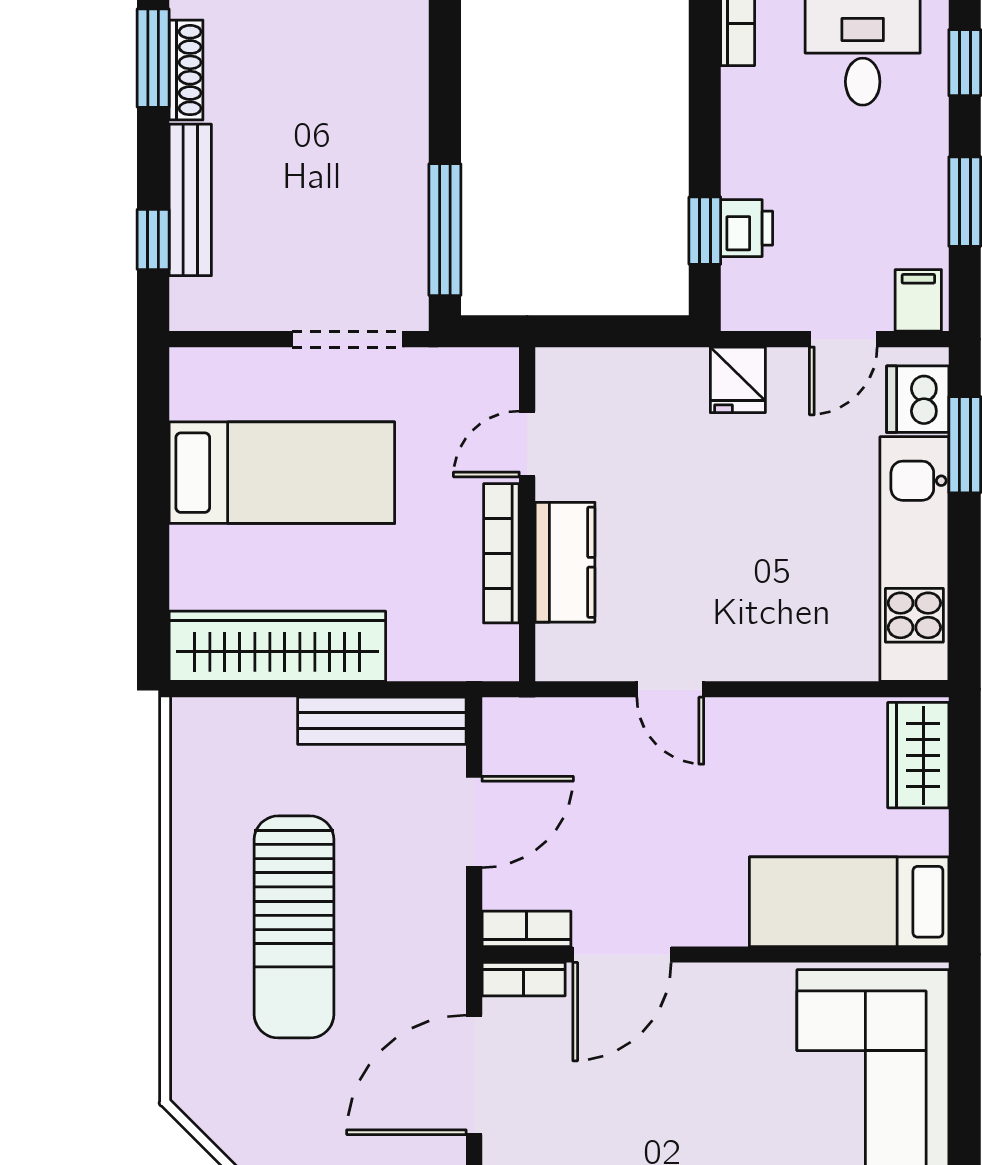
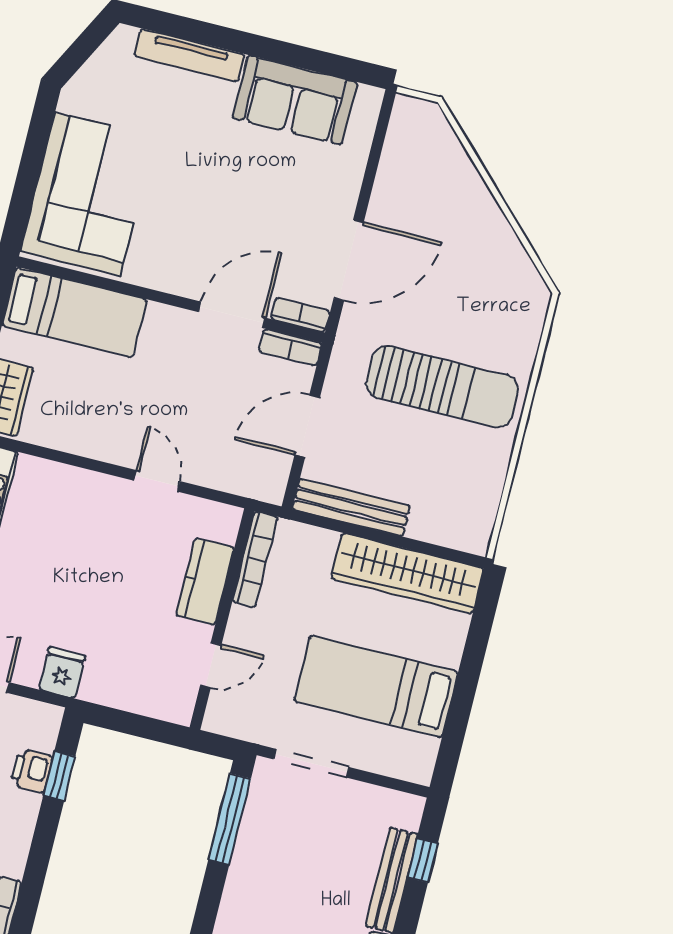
bookcase: (501, 553) -> (255, 559), moved
sun lounger: (294, 927) -> (442, 387), turned 90

